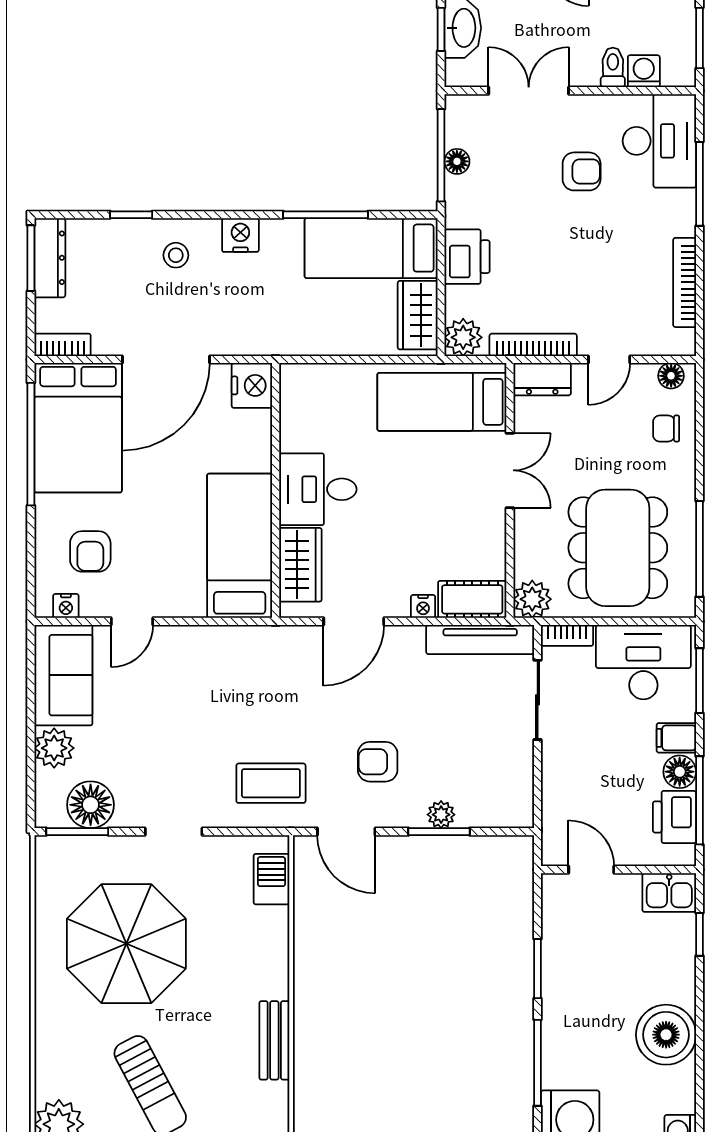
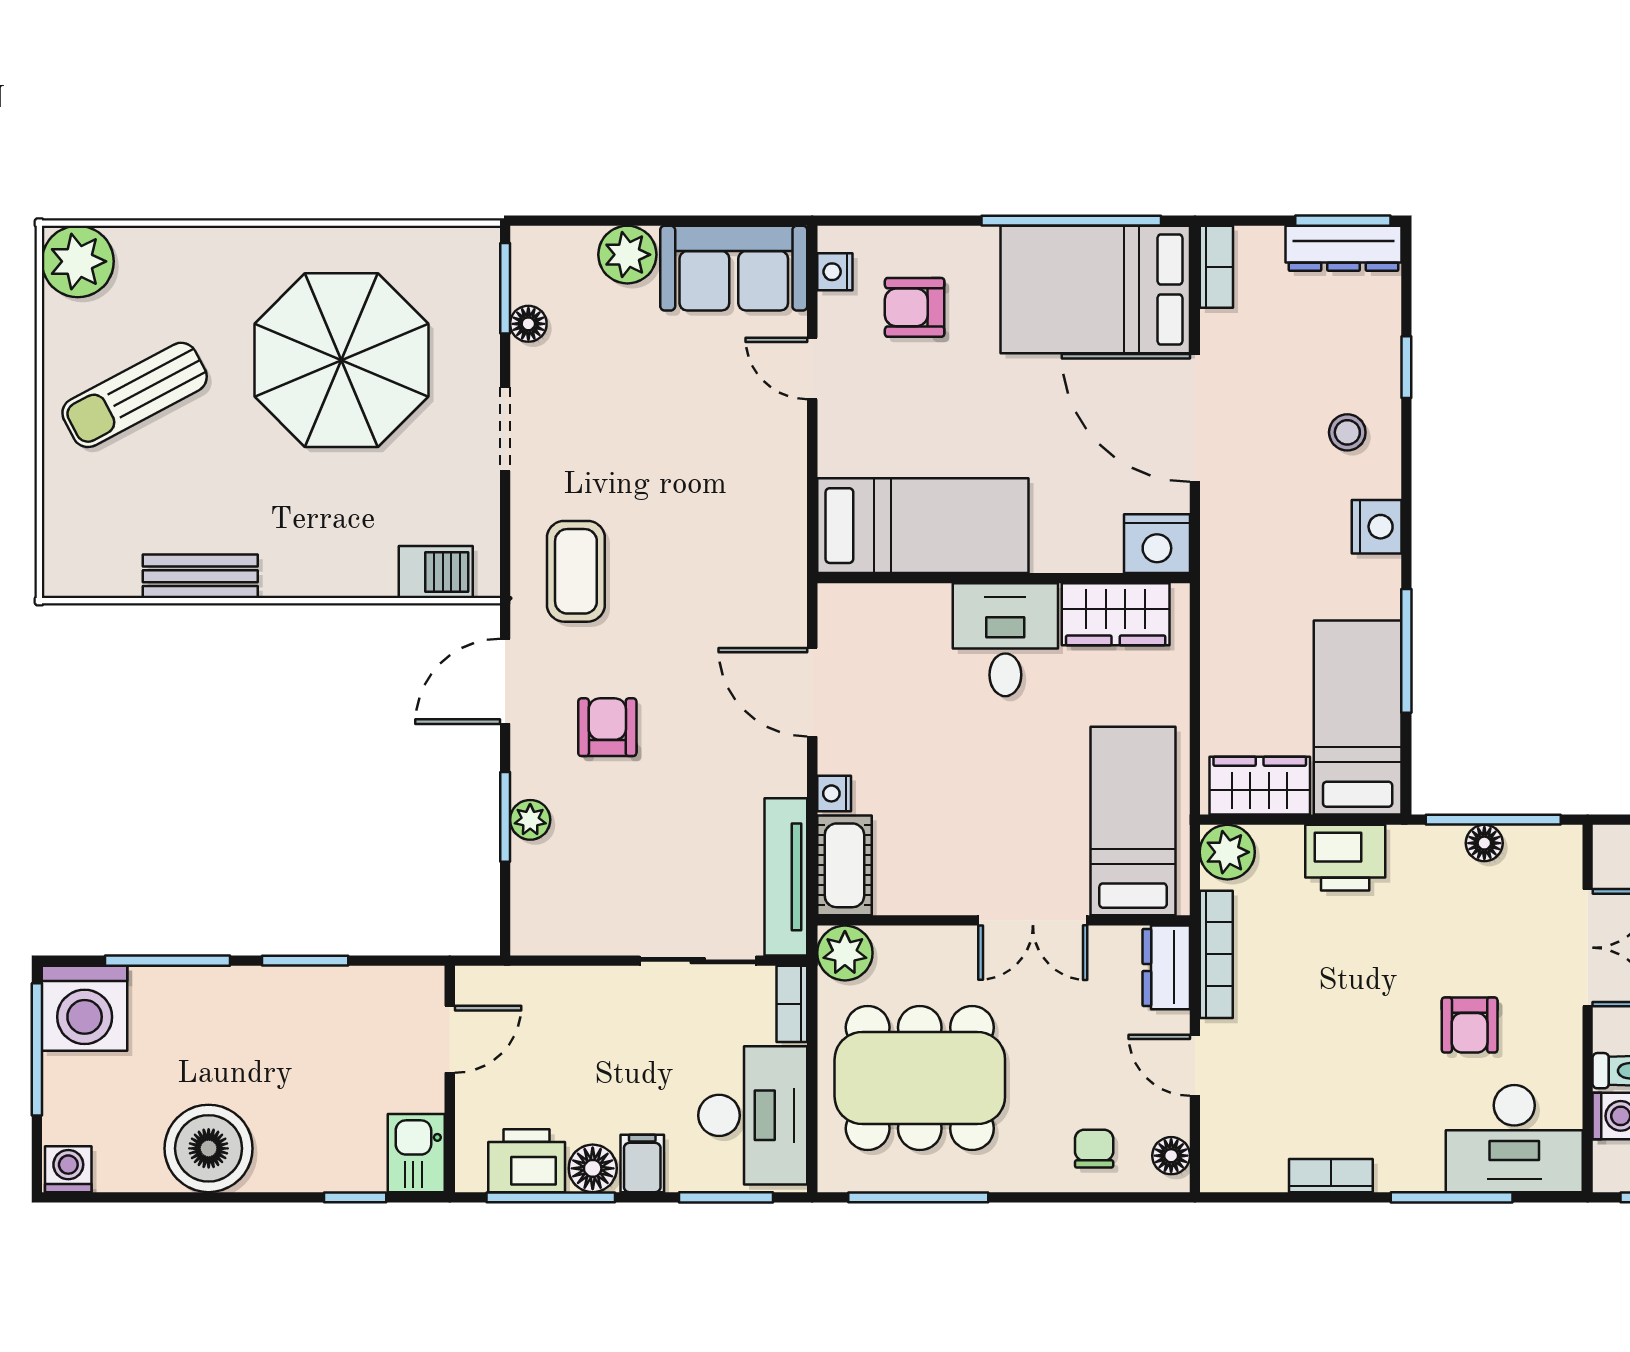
bookcase: (685, 282) -> (1331, 1176), width x0.64
wardrobe: (300, 565) -> (1116, 614), moved
floor lamp: (91, 805) -> (528, 324), width x0.53, depth x0.53

